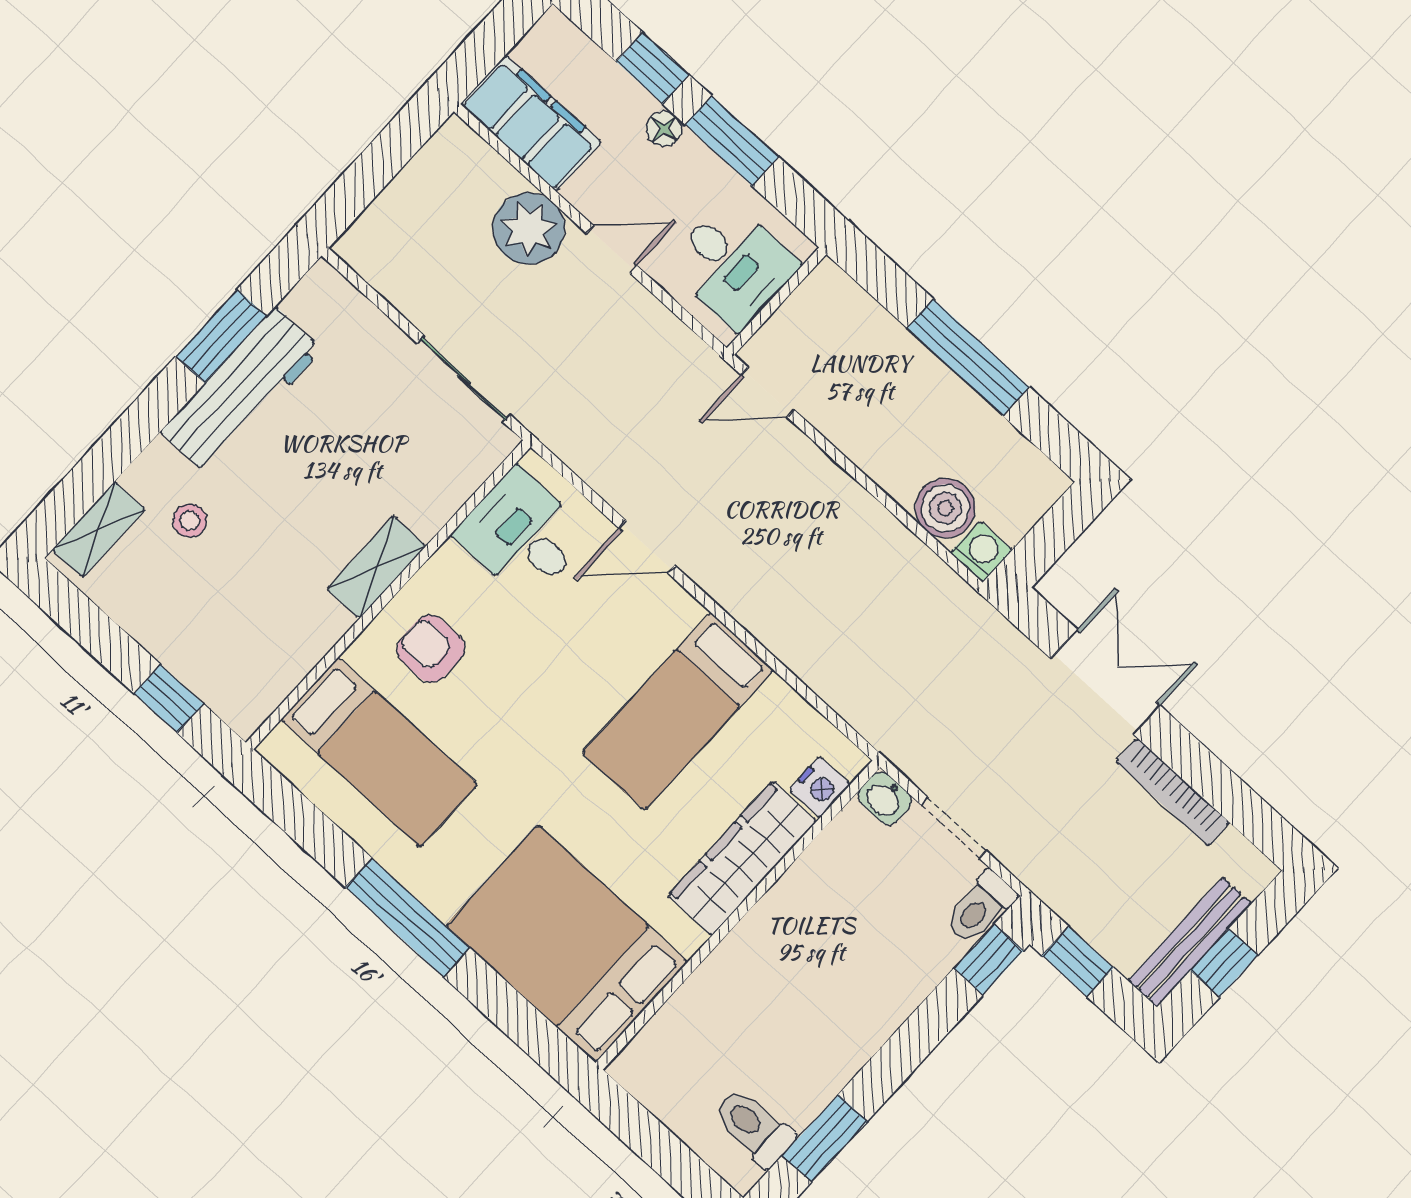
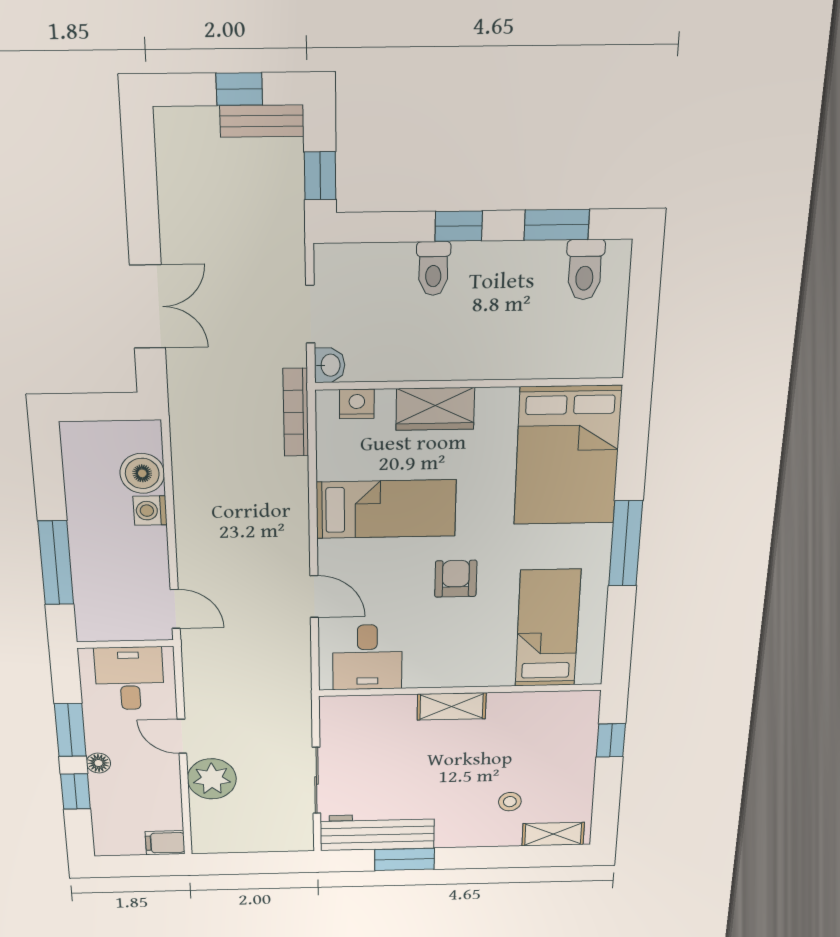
filing cabinet: (531, 123) -> (165, 843), width x0.33, depth x0.86
window: (968, 357) -> (56, 563), moved
sliding door: (464, 379) -> (317, 781), moved
workbench: (241, 391) -> (377, 832), moved
washing machine: (981, 551) -> (150, 511), moved
armchair: (431, 649) -> (456, 579), moved, turned 180
double door: (1105, 682) -> (148, 307), swing flipped
bookcase: (1173, 792) -> (296, 412), moved, turned 180
wardrobe: (742, 858) -> (435, 409), width x0.67
toilet: (980, 908) -> (433, 269), moved, turned 90
bench: (1190, 942) -> (262, 121), width x0.73
window: (988, 960) -> (459, 226), moved

